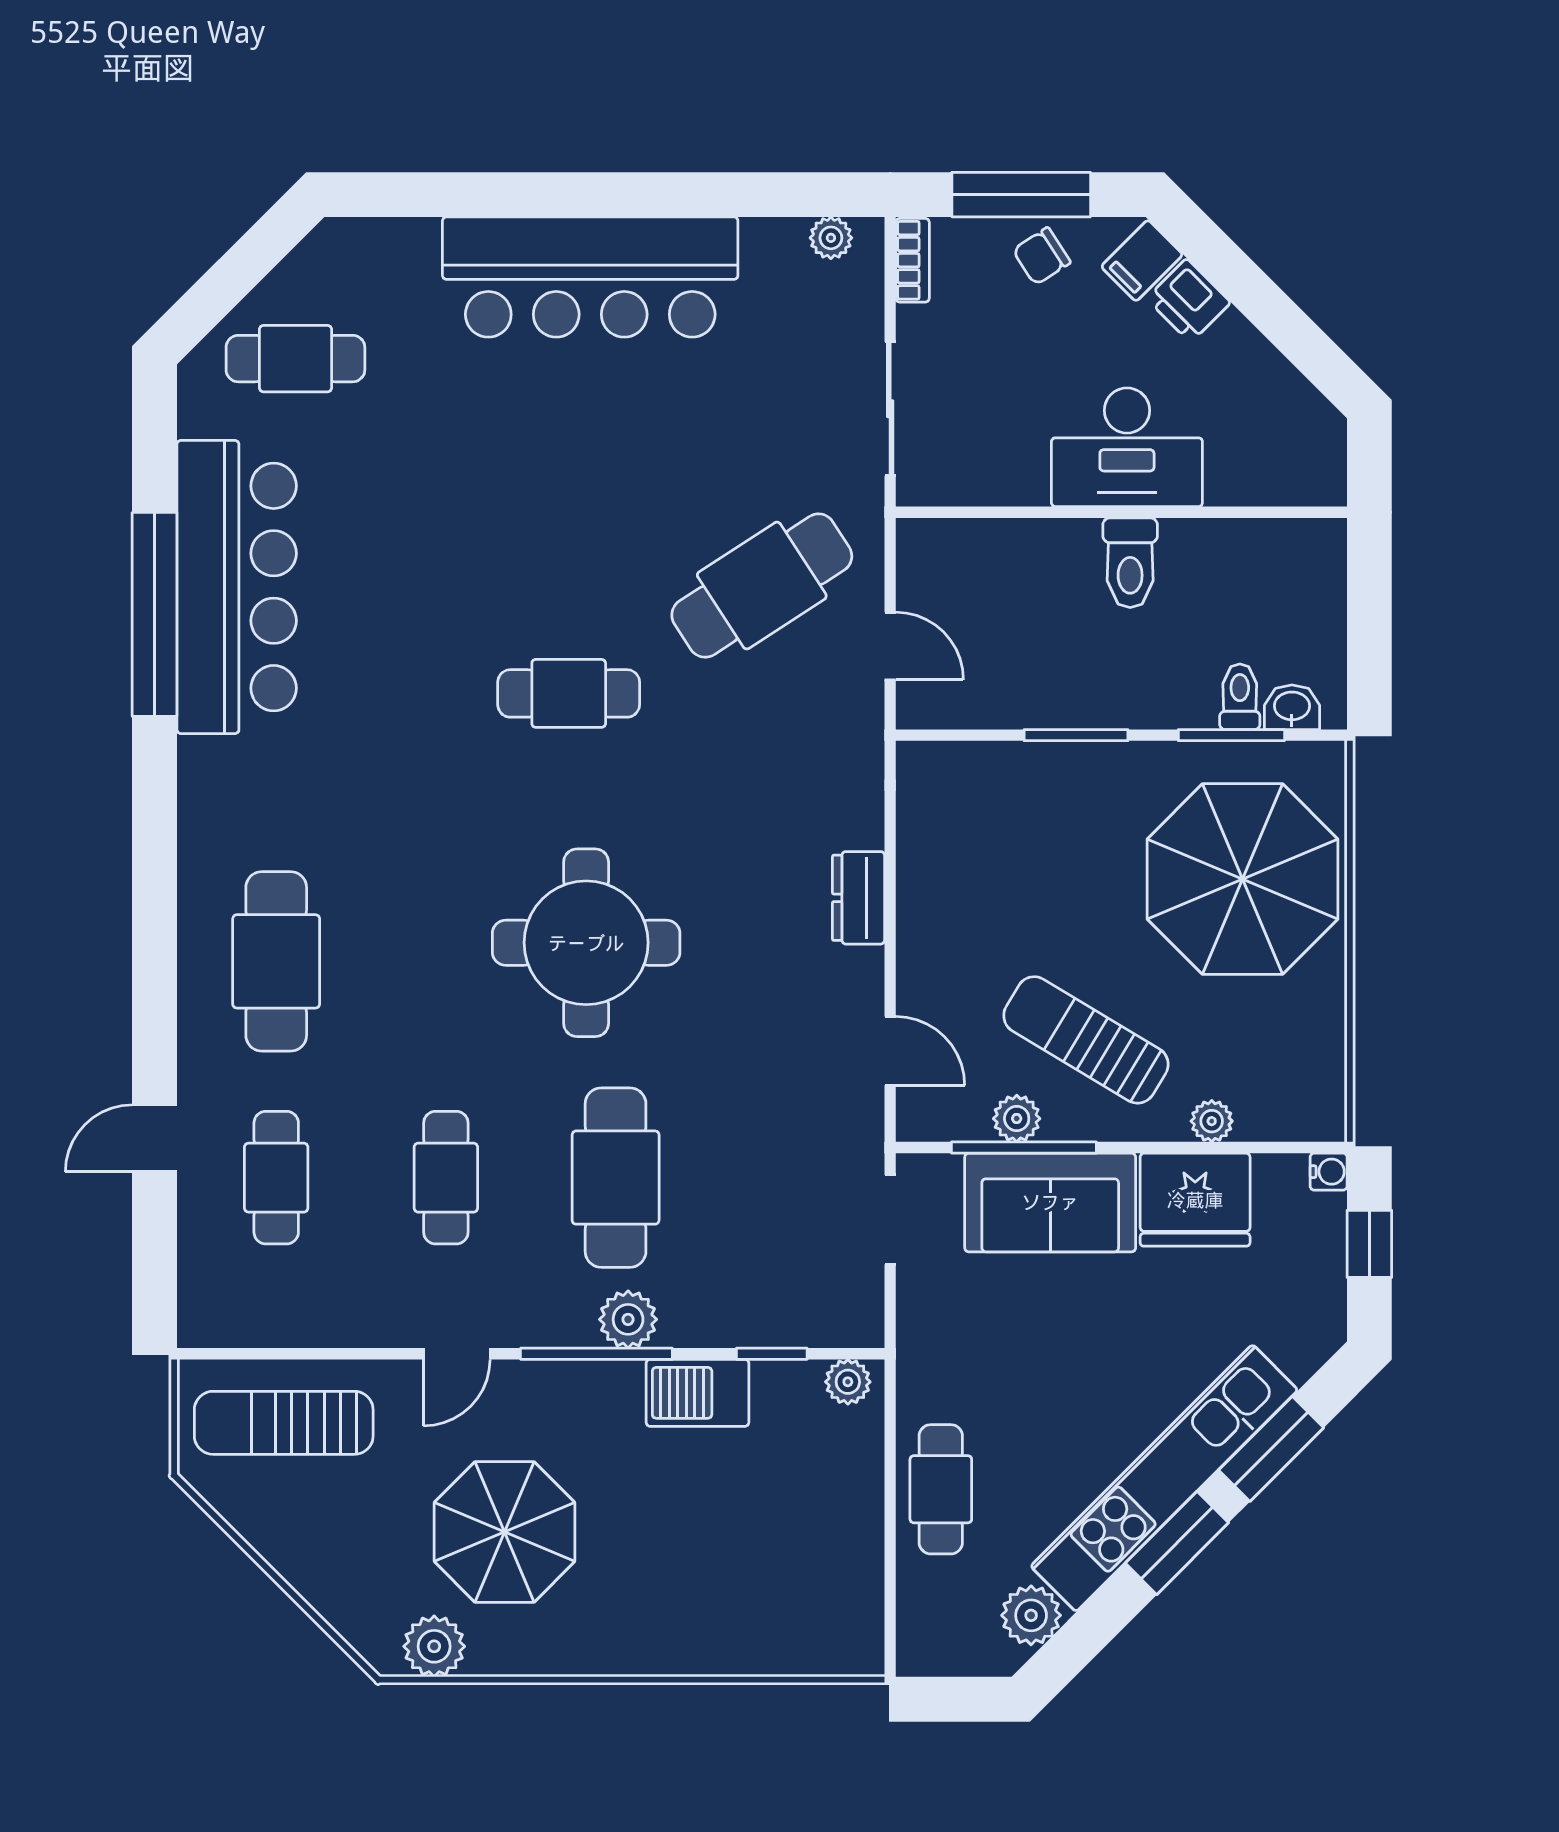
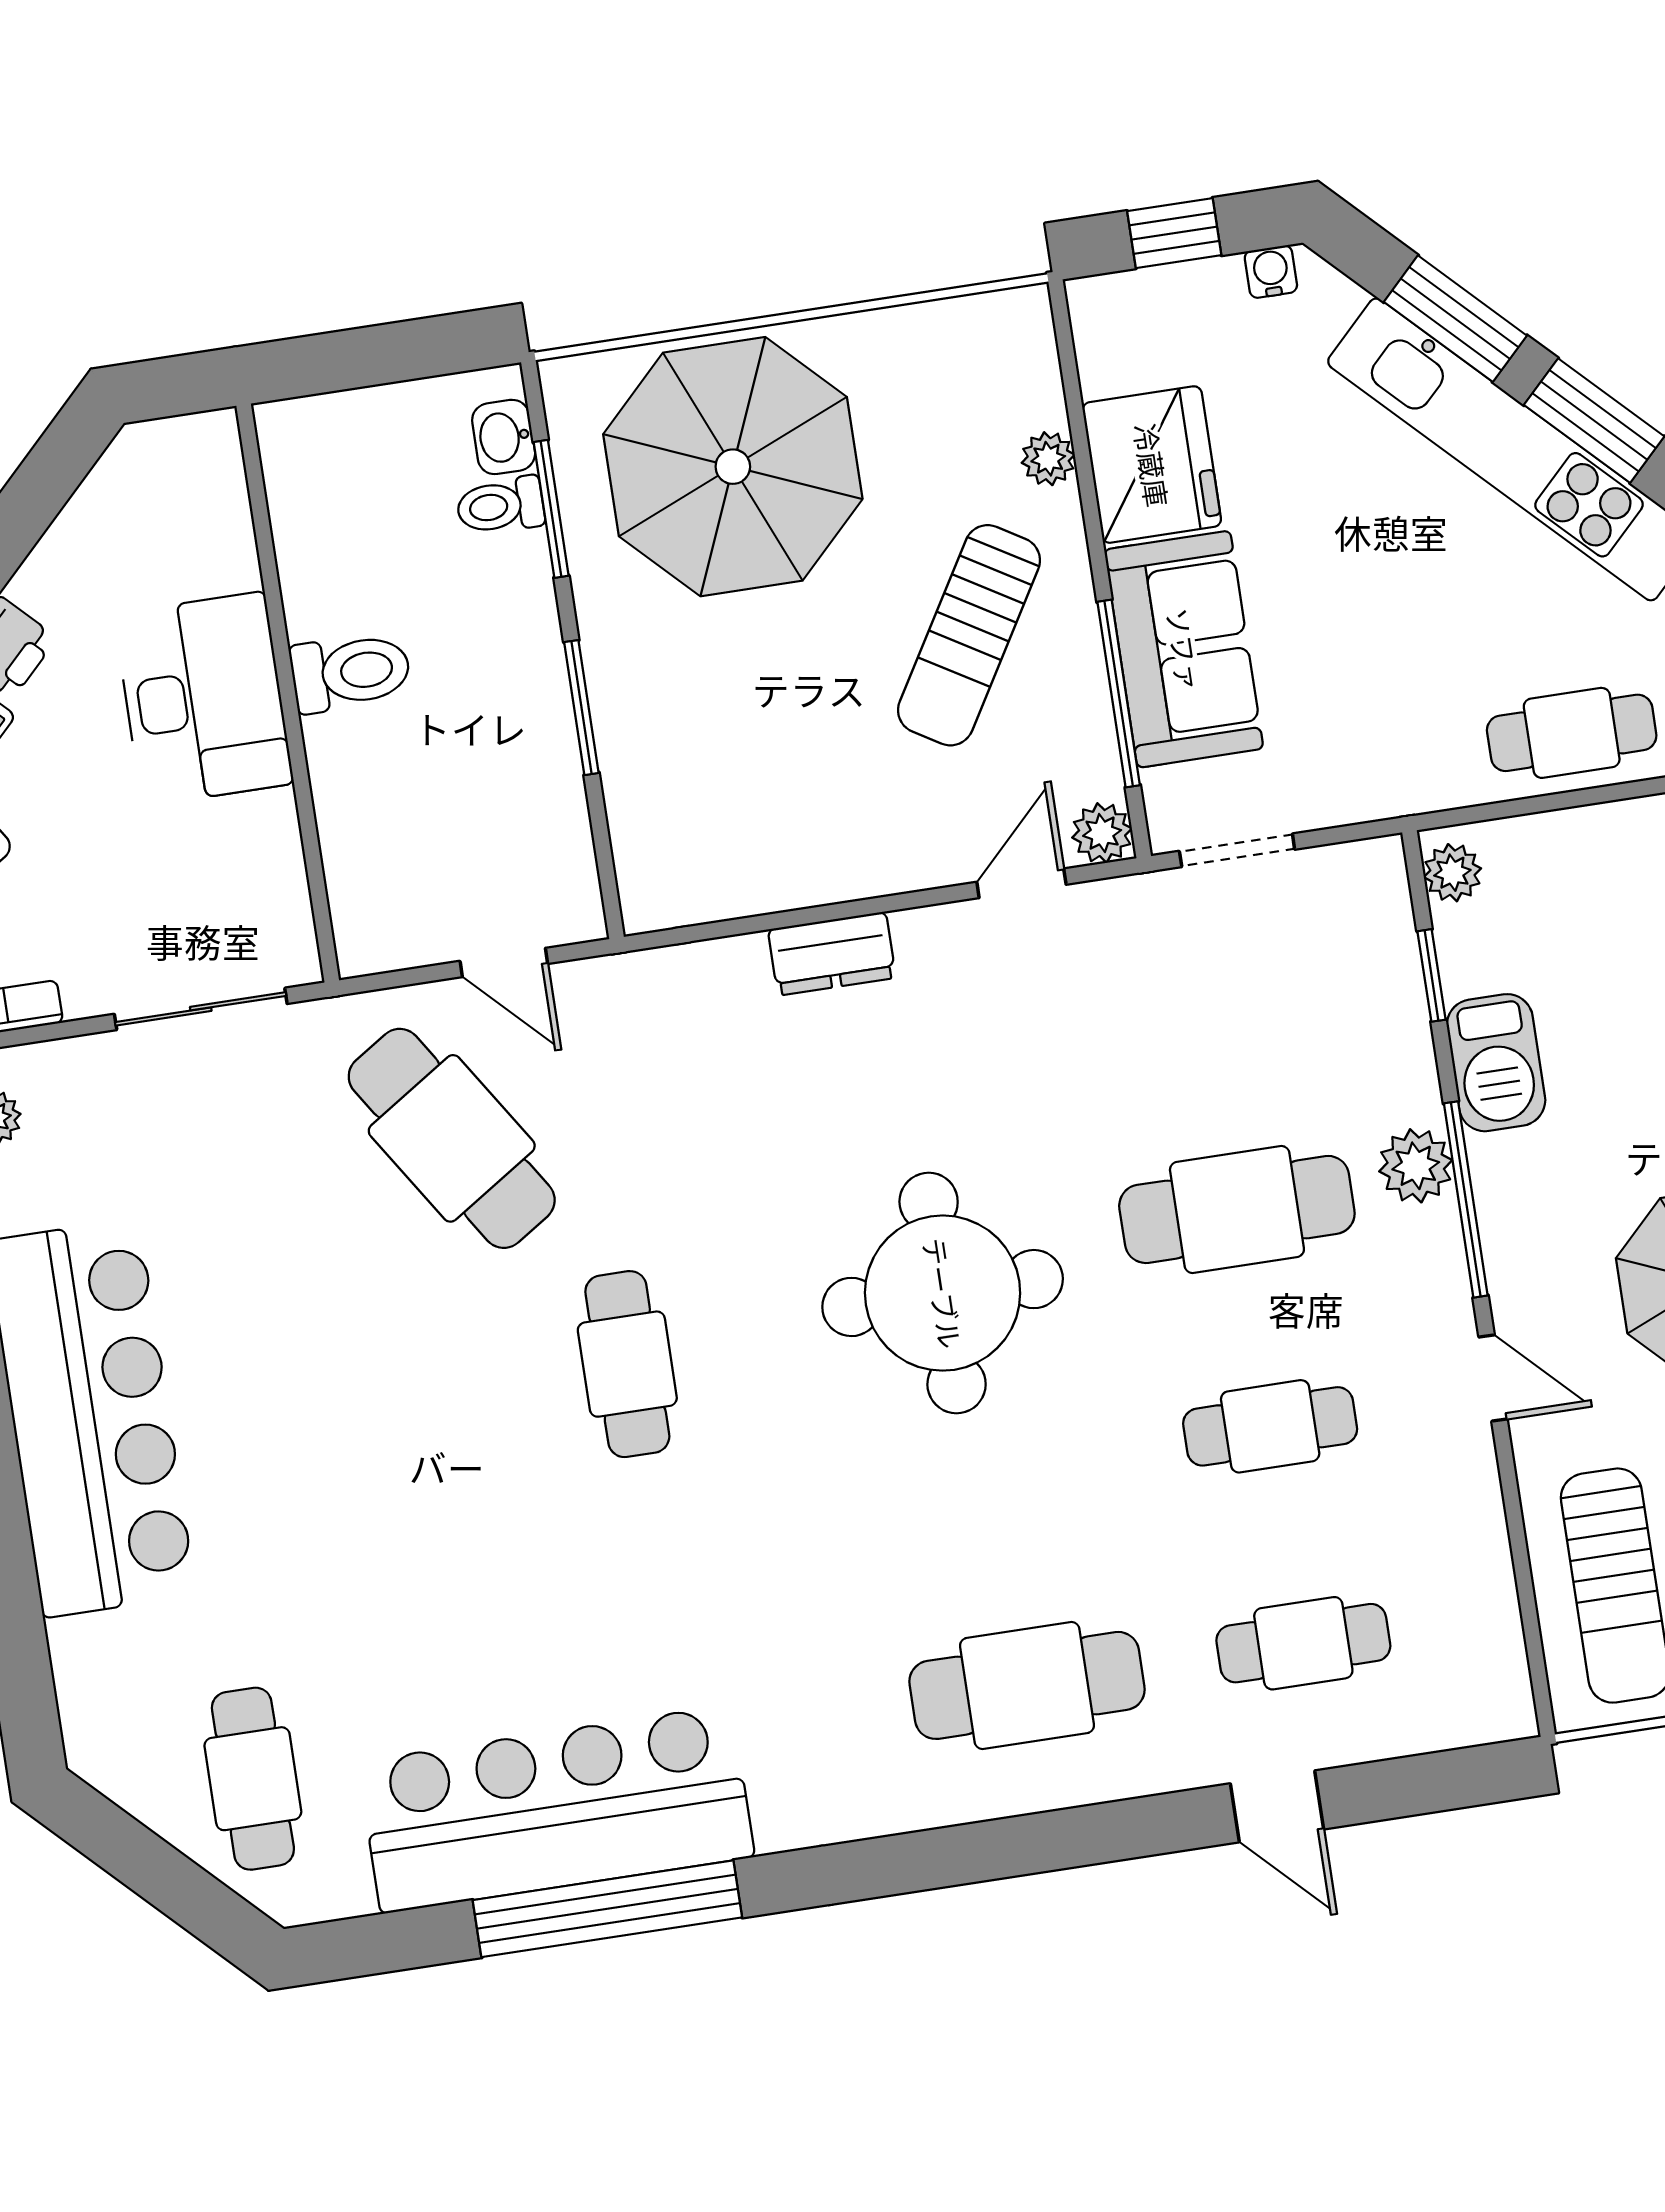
door: (890, 646) -> (504, 962), swing flipped
plant: (1017, 1119) -> (1102, 833), moved
water cooler: (1329, 1172) -> (1271, 272), moved

